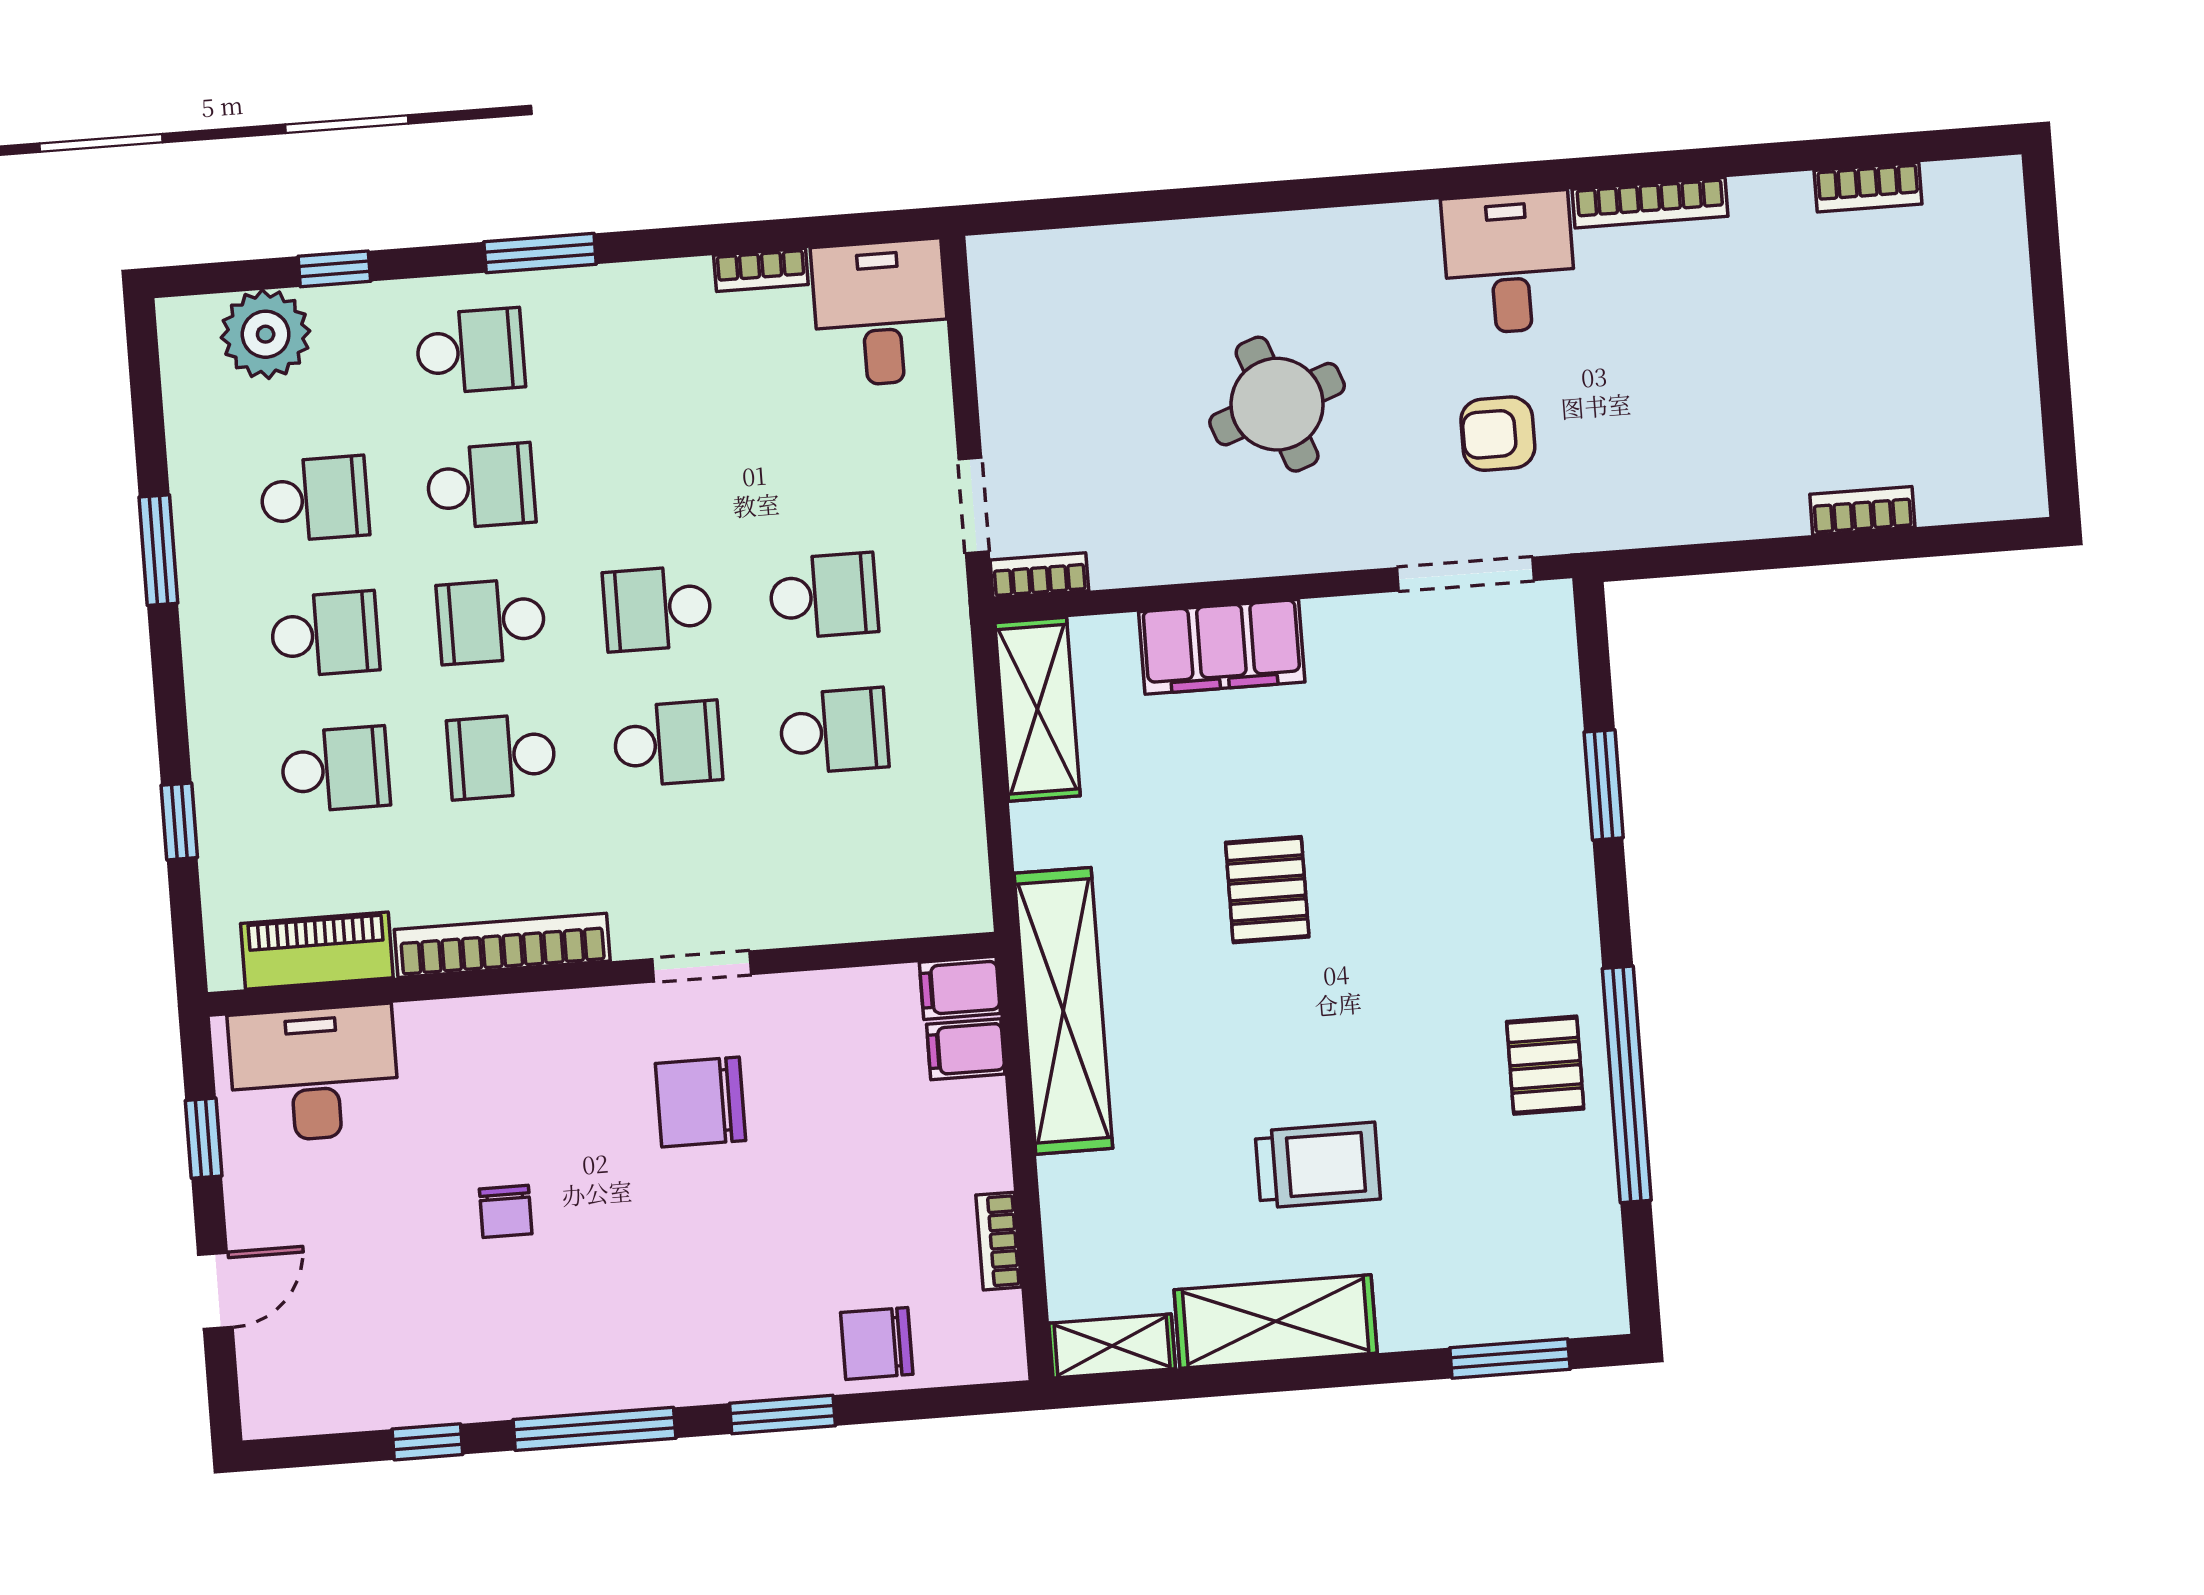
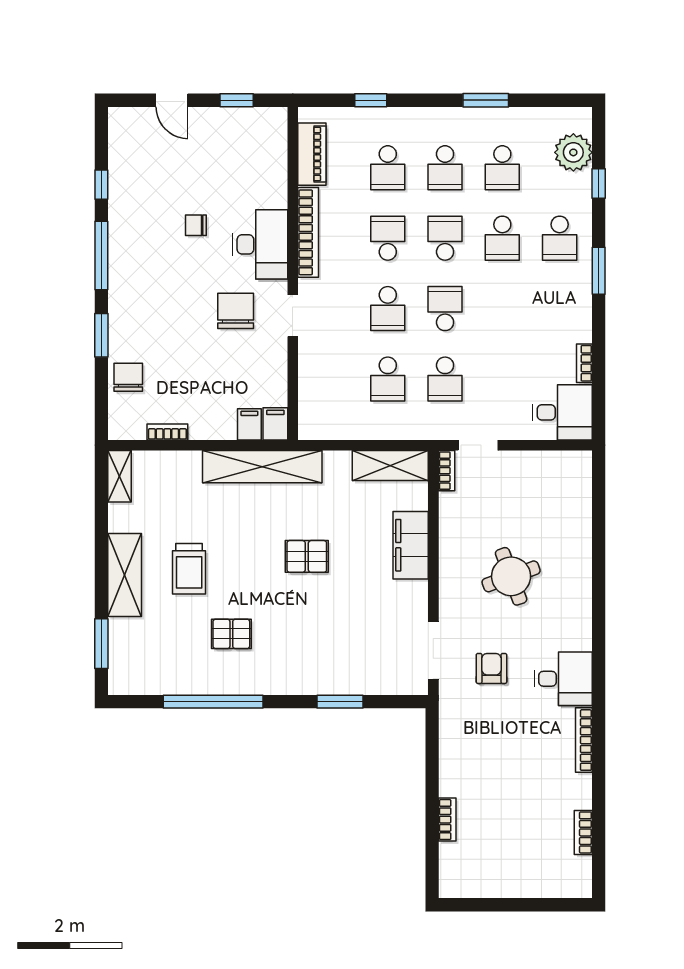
pallet: (1545, 1065) -> (231, 634), moved
desk: (314, 1074) -> (260, 244), moved
shelving: (1276, 1321) -> (125, 575), moved

